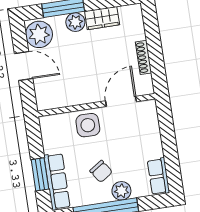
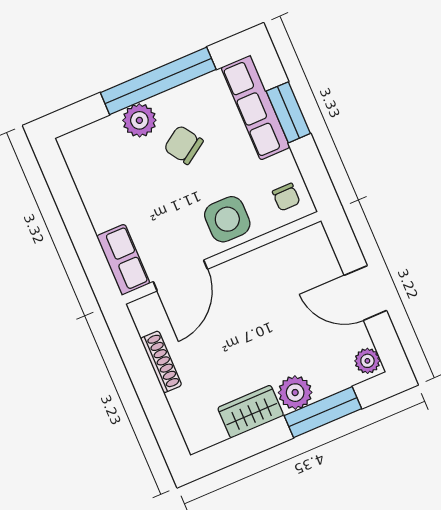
plant: (39, 34) -> (367, 361), width x0.53, depth x0.53
chair: (53, 129) -> (286, 197), added
row of seats: (158, 176) -> (123, 260), moved

